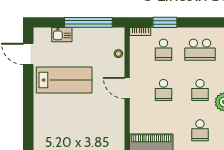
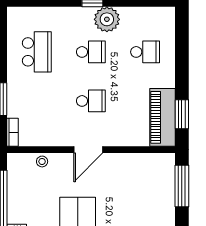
school desk: (163, 50) -> (37, 101), removed

